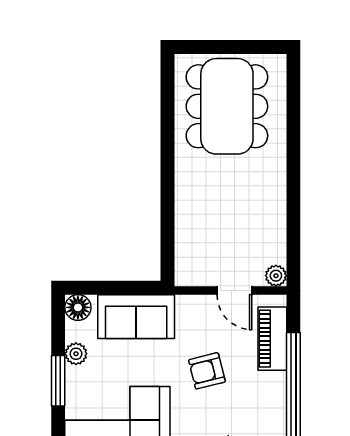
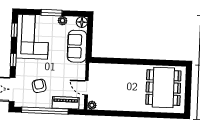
dining table: (227, 106) -> (163, 88), turned 90
door: (234, 290) -> (86, 88), hinge flipped
armchair: (207, 371) -> (39, 86), moved

